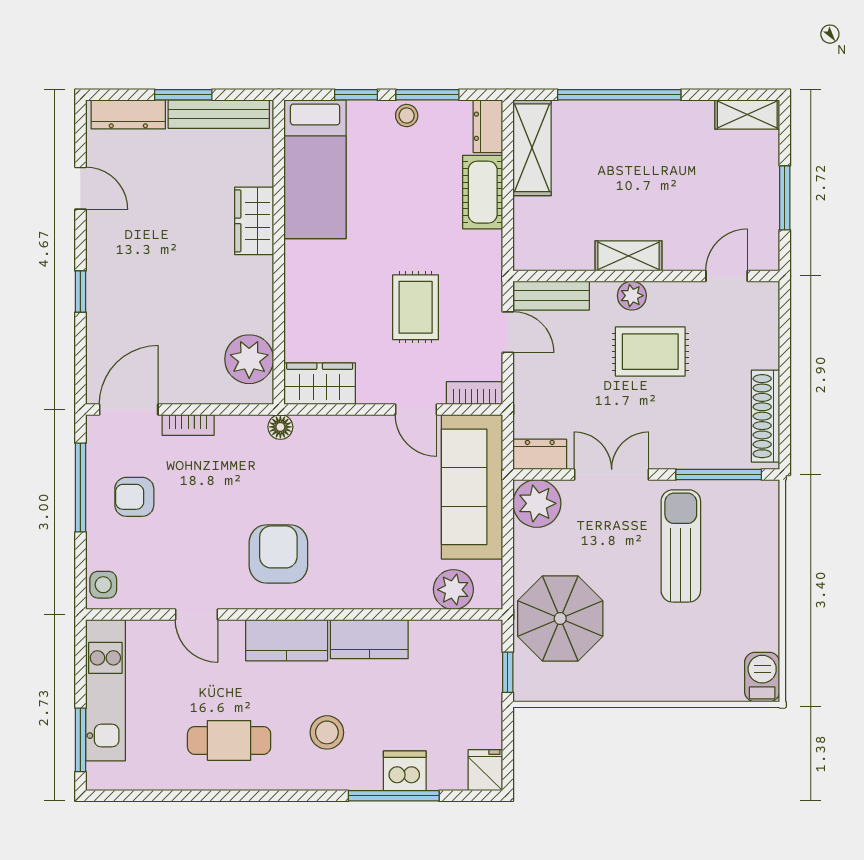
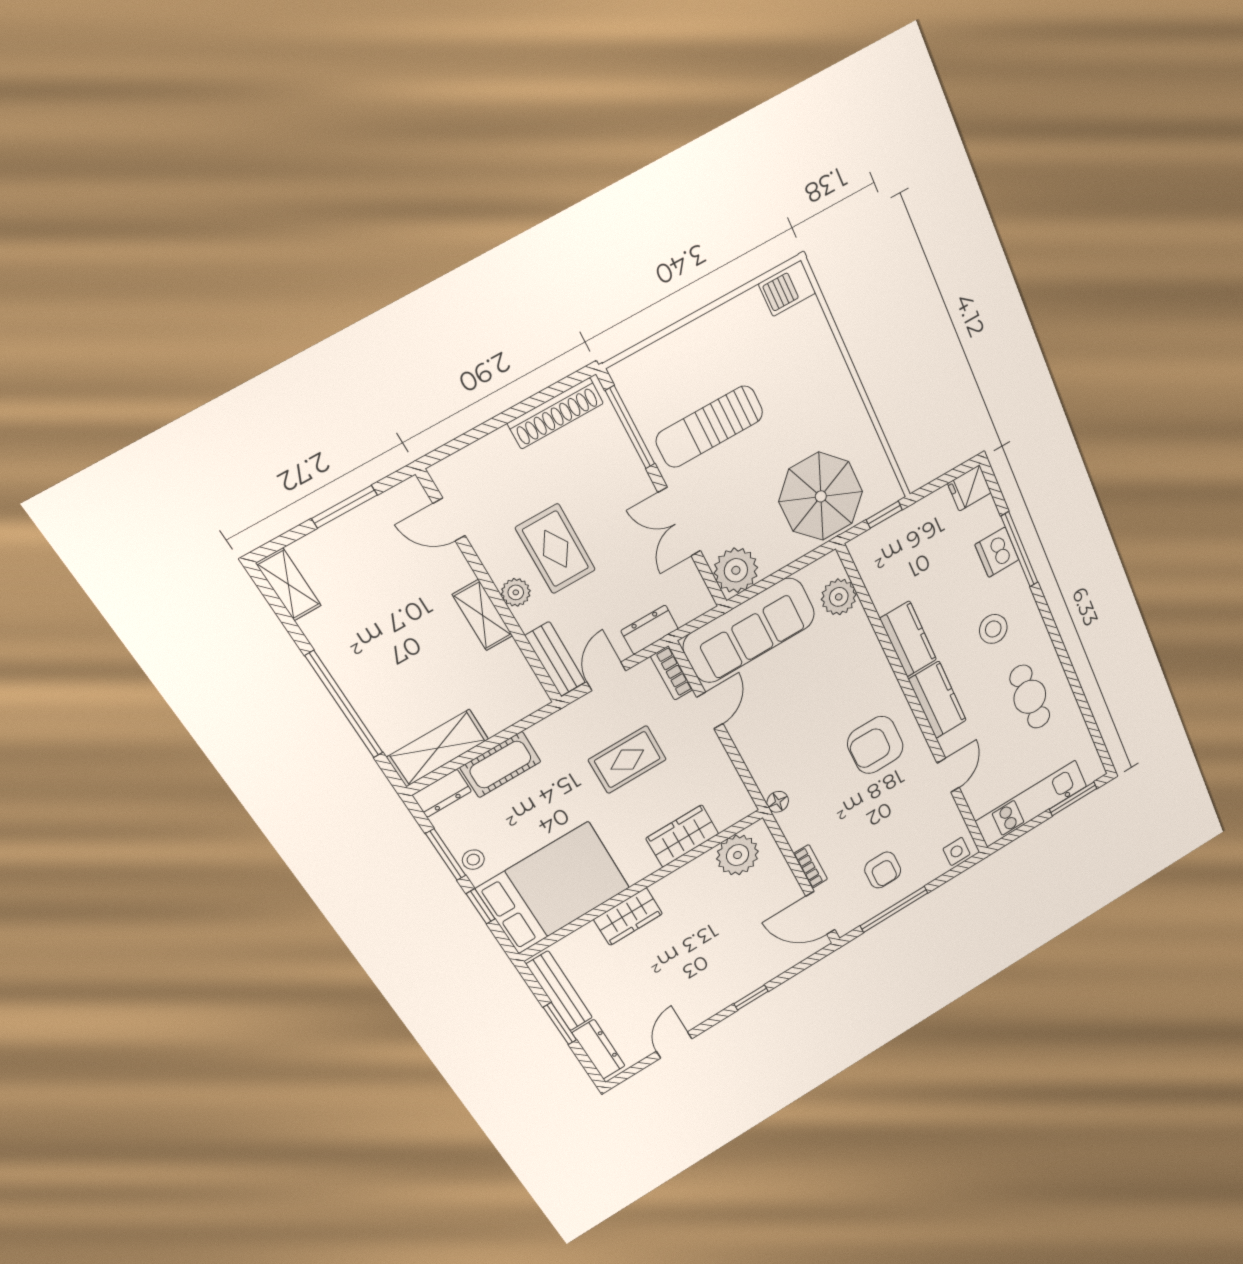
bed: (315, 169) -> (553, 888), width x1.50
wardrobe: (320, 384) -> (682, 836), moved, turned 90
dresser: (540, 454) -> (650, 630), moved, turned 90

